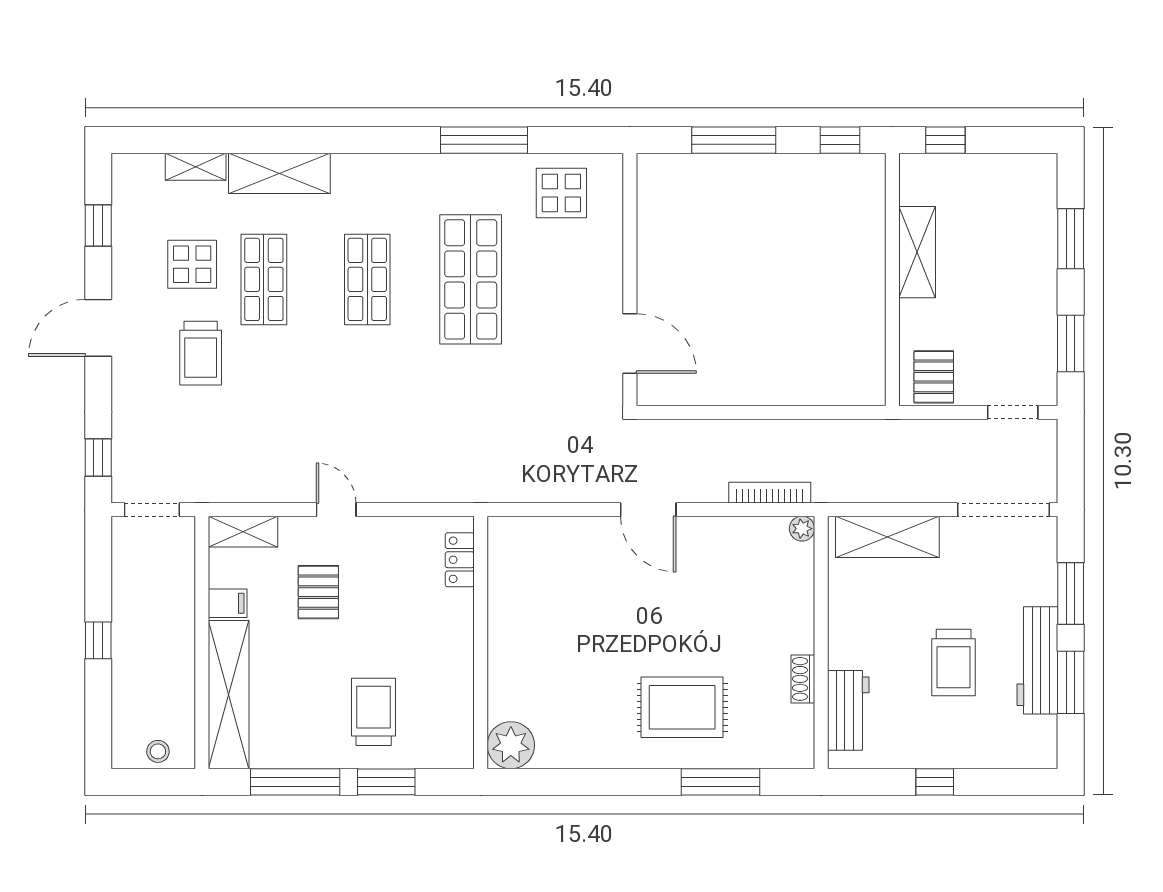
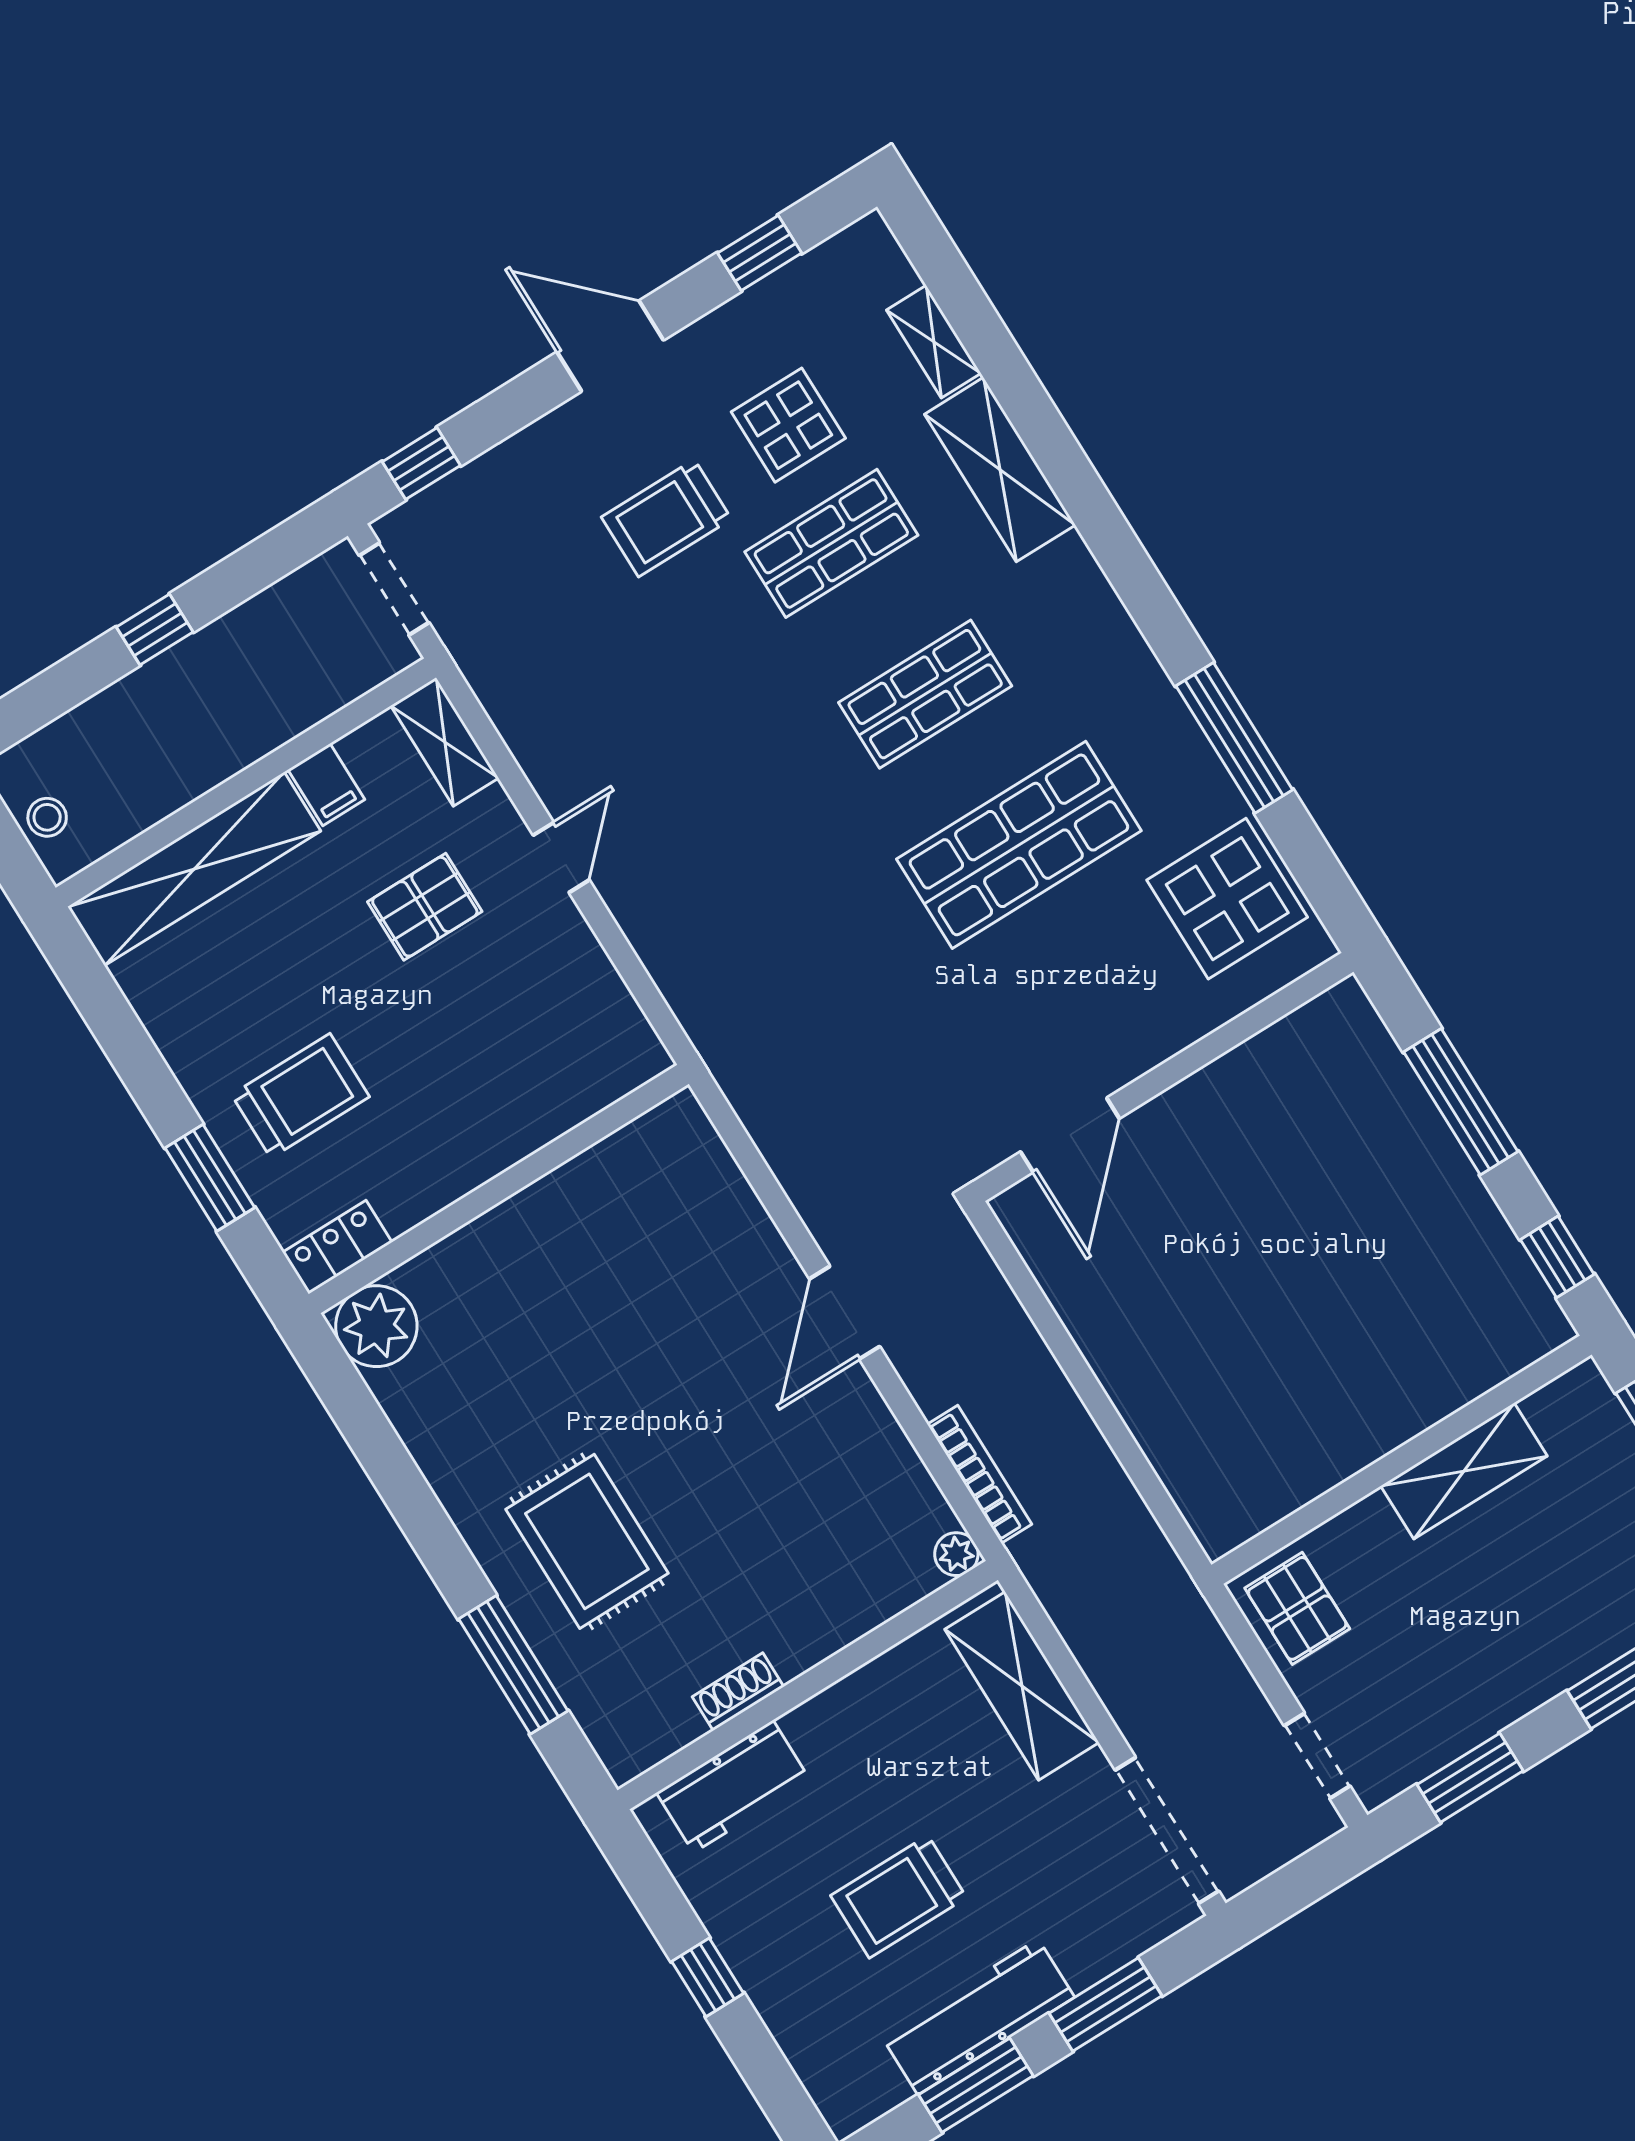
display table: (561, 193) -> (1227, 899), width x1.36, depth x1.36
pallet: (934, 377) -> (1297, 1608), turned 90
locker: (460, 560) -> (337, 1247), moved
window: (295, 782) -> (127, 1045), removed

